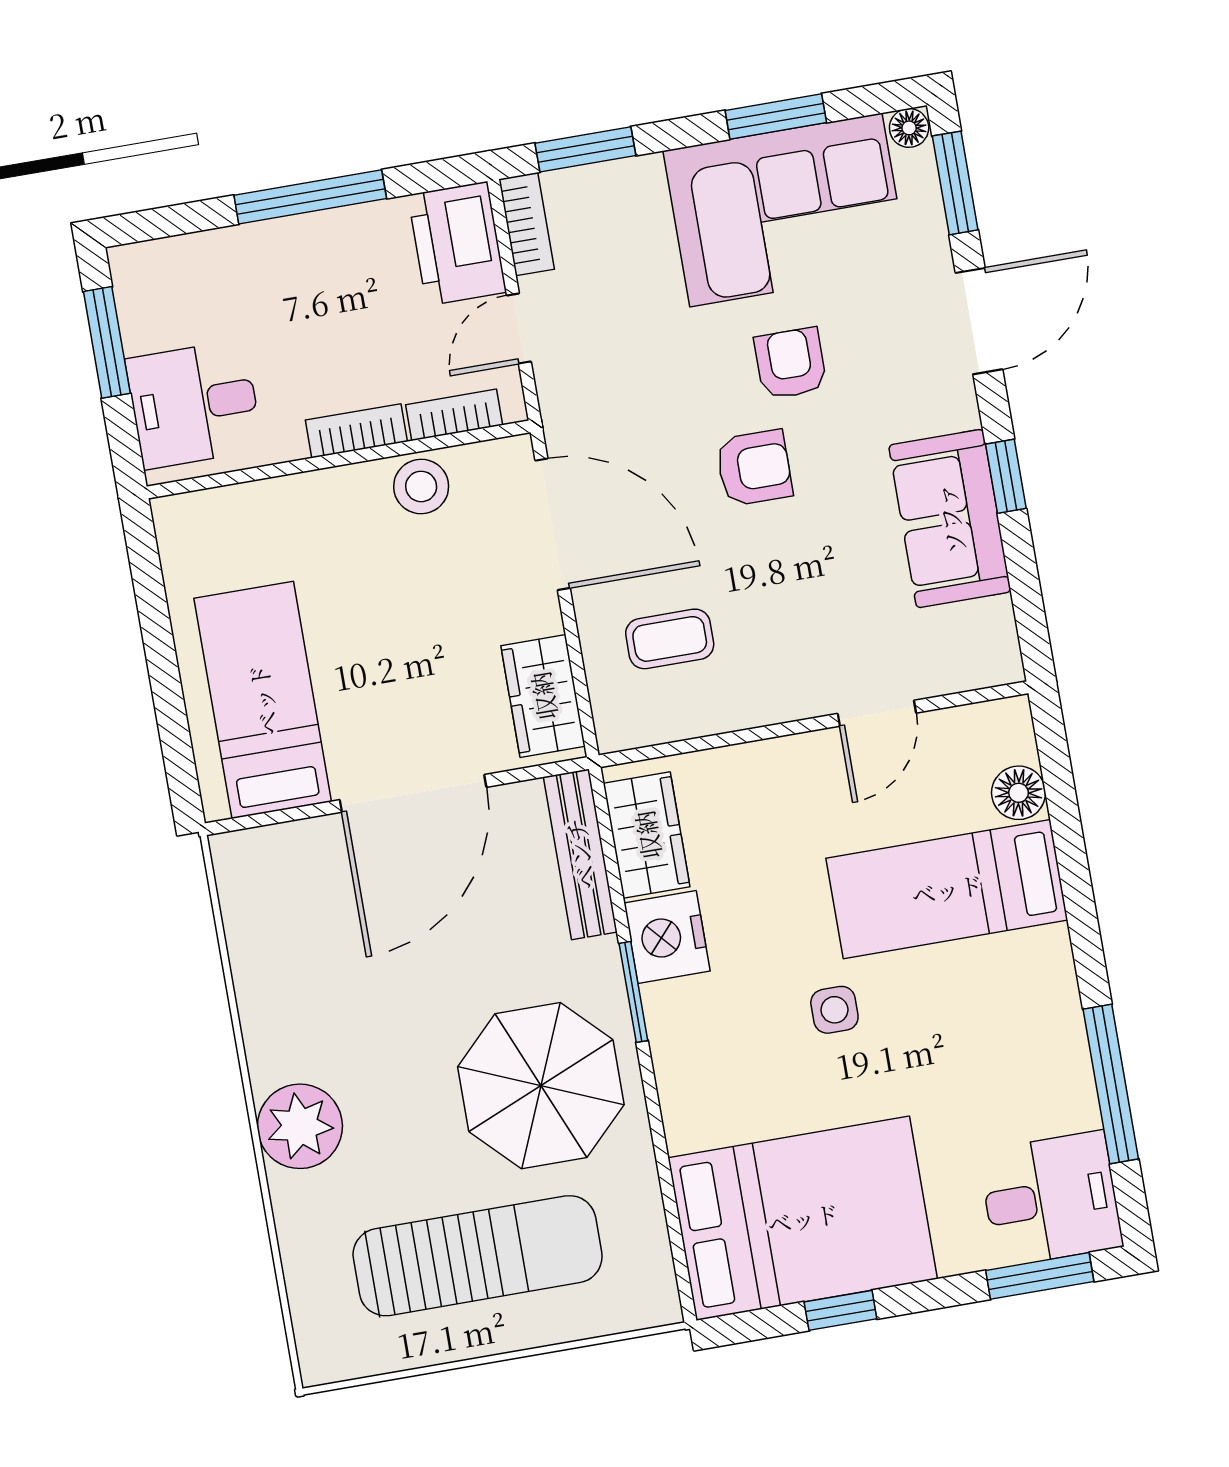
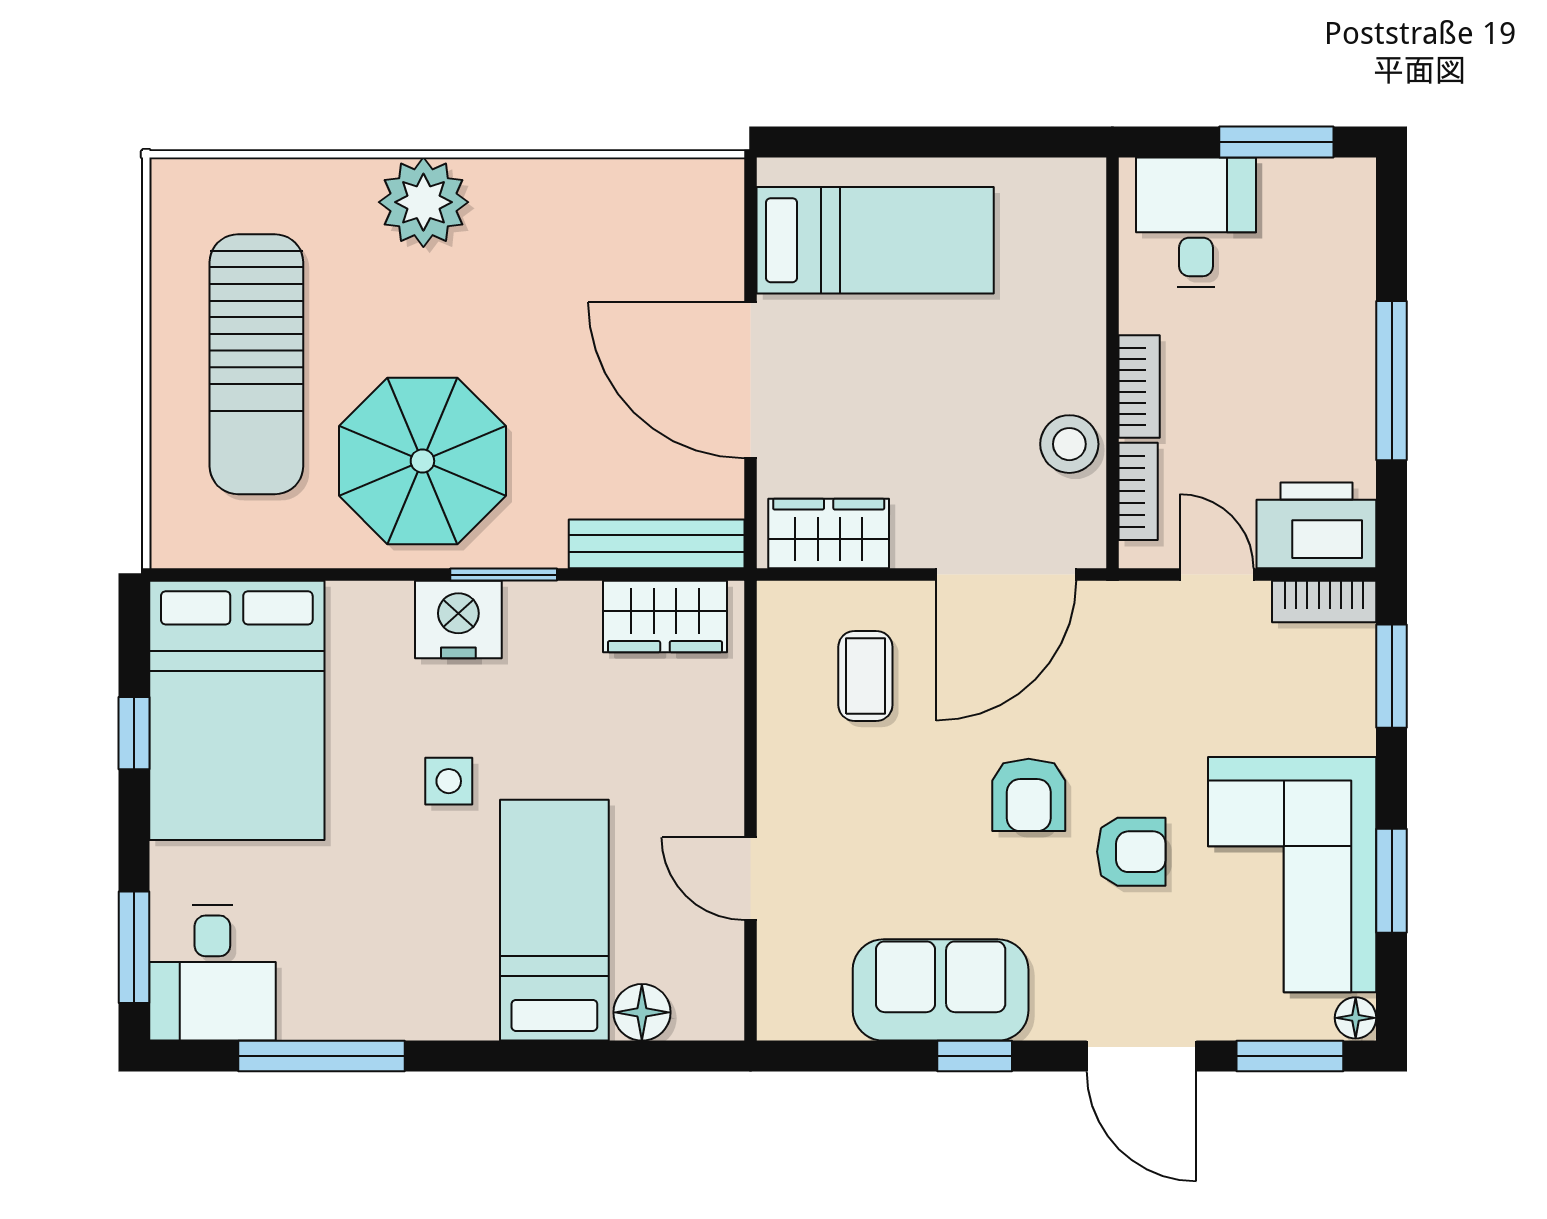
nightstand: (667, 937) -> (458, 619), moved

